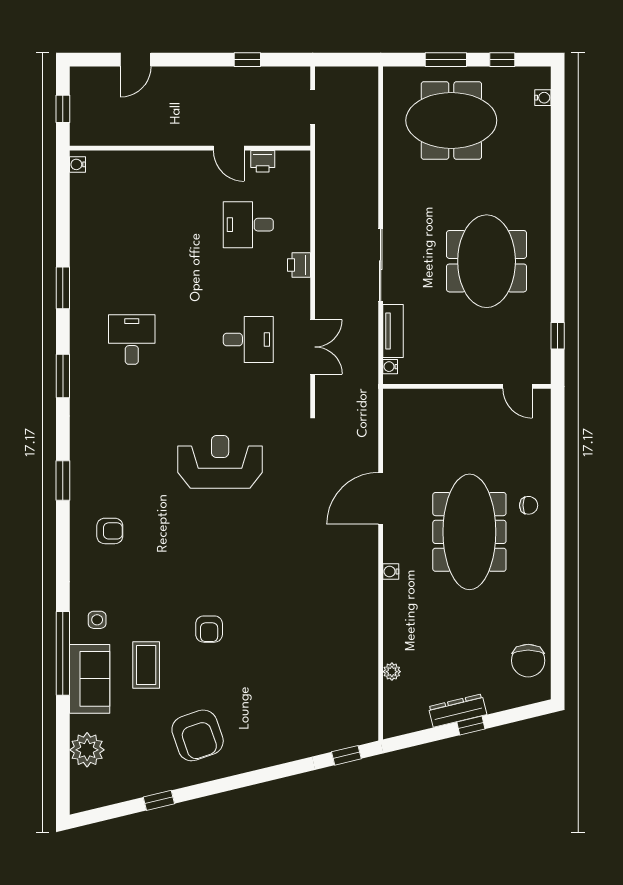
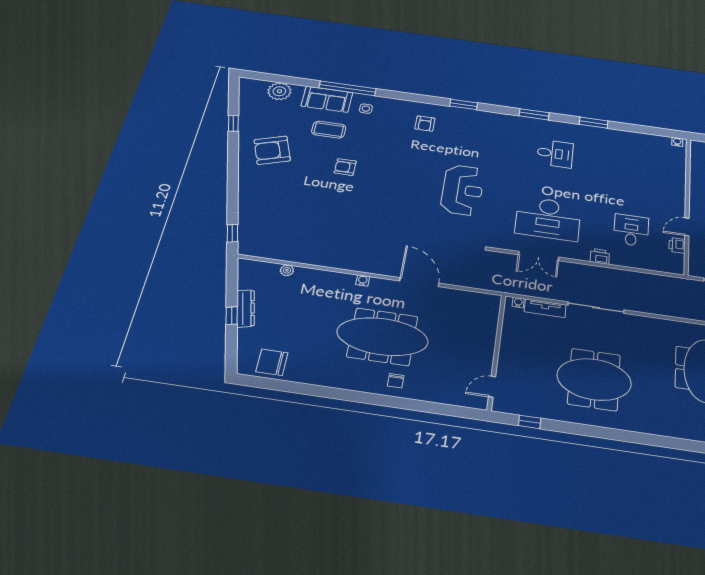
desk: (248, 339) -> (548, 219), width x1.87, depth x1.30

